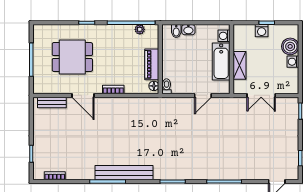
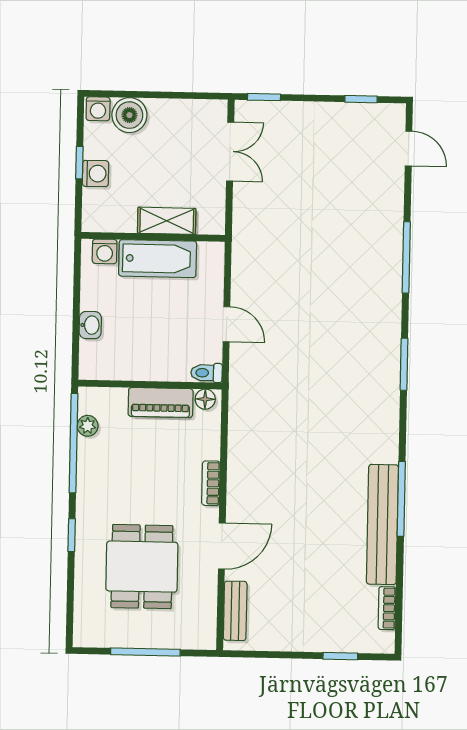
bidet: (176, 31) -> (93, 350), removed
washing machine: (293, 62) -> (98, 109), moved
door: (203, 95) -> (226, 324), moved
double door: (261, 95) -> (230, 152), moved
bench: (124, 173) -> (382, 524), moved

